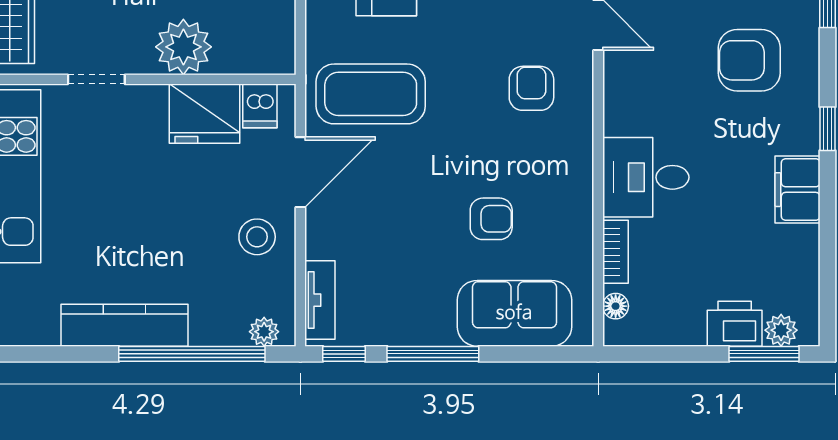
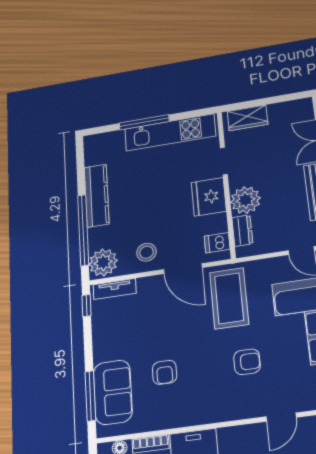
dresser: (244, 58) -> (242, 231), added
armchair: (531, 88) -> (247, 362), moved
fridge: (205, 114) -> (209, 197), moved
plant: (264, 332) -> (103, 262), width x1.88, depth x1.88
window: (433, 354) -> (90, 396), moved

